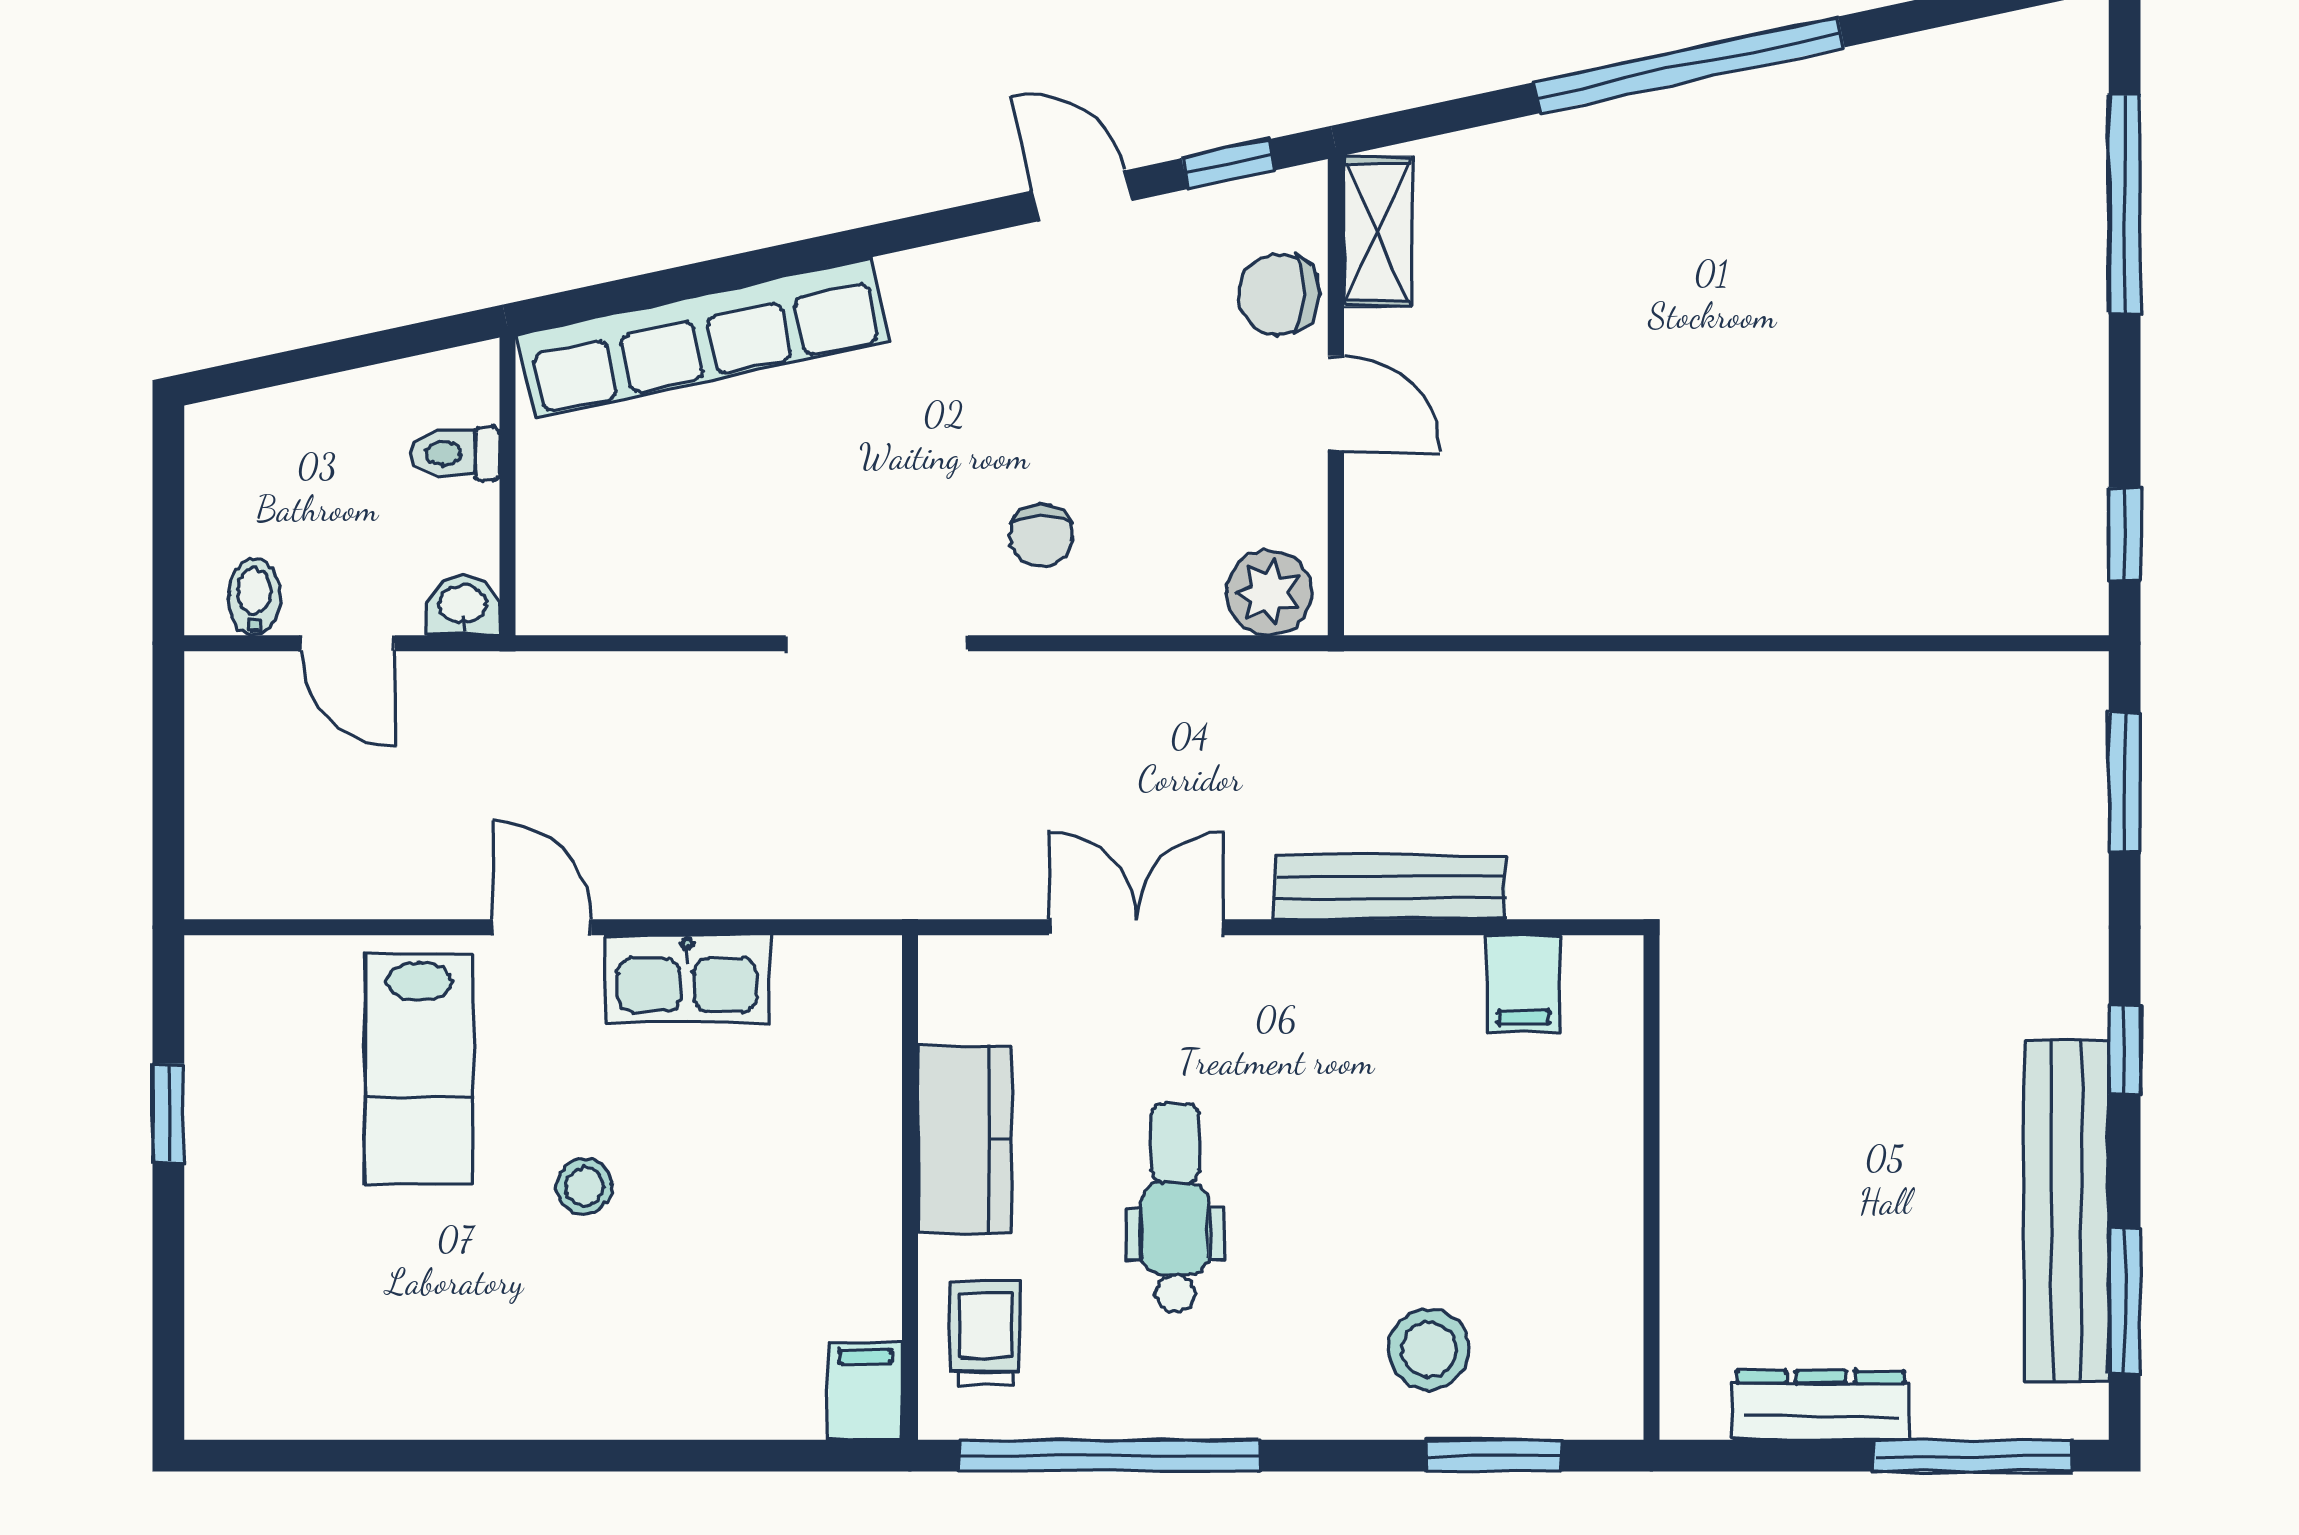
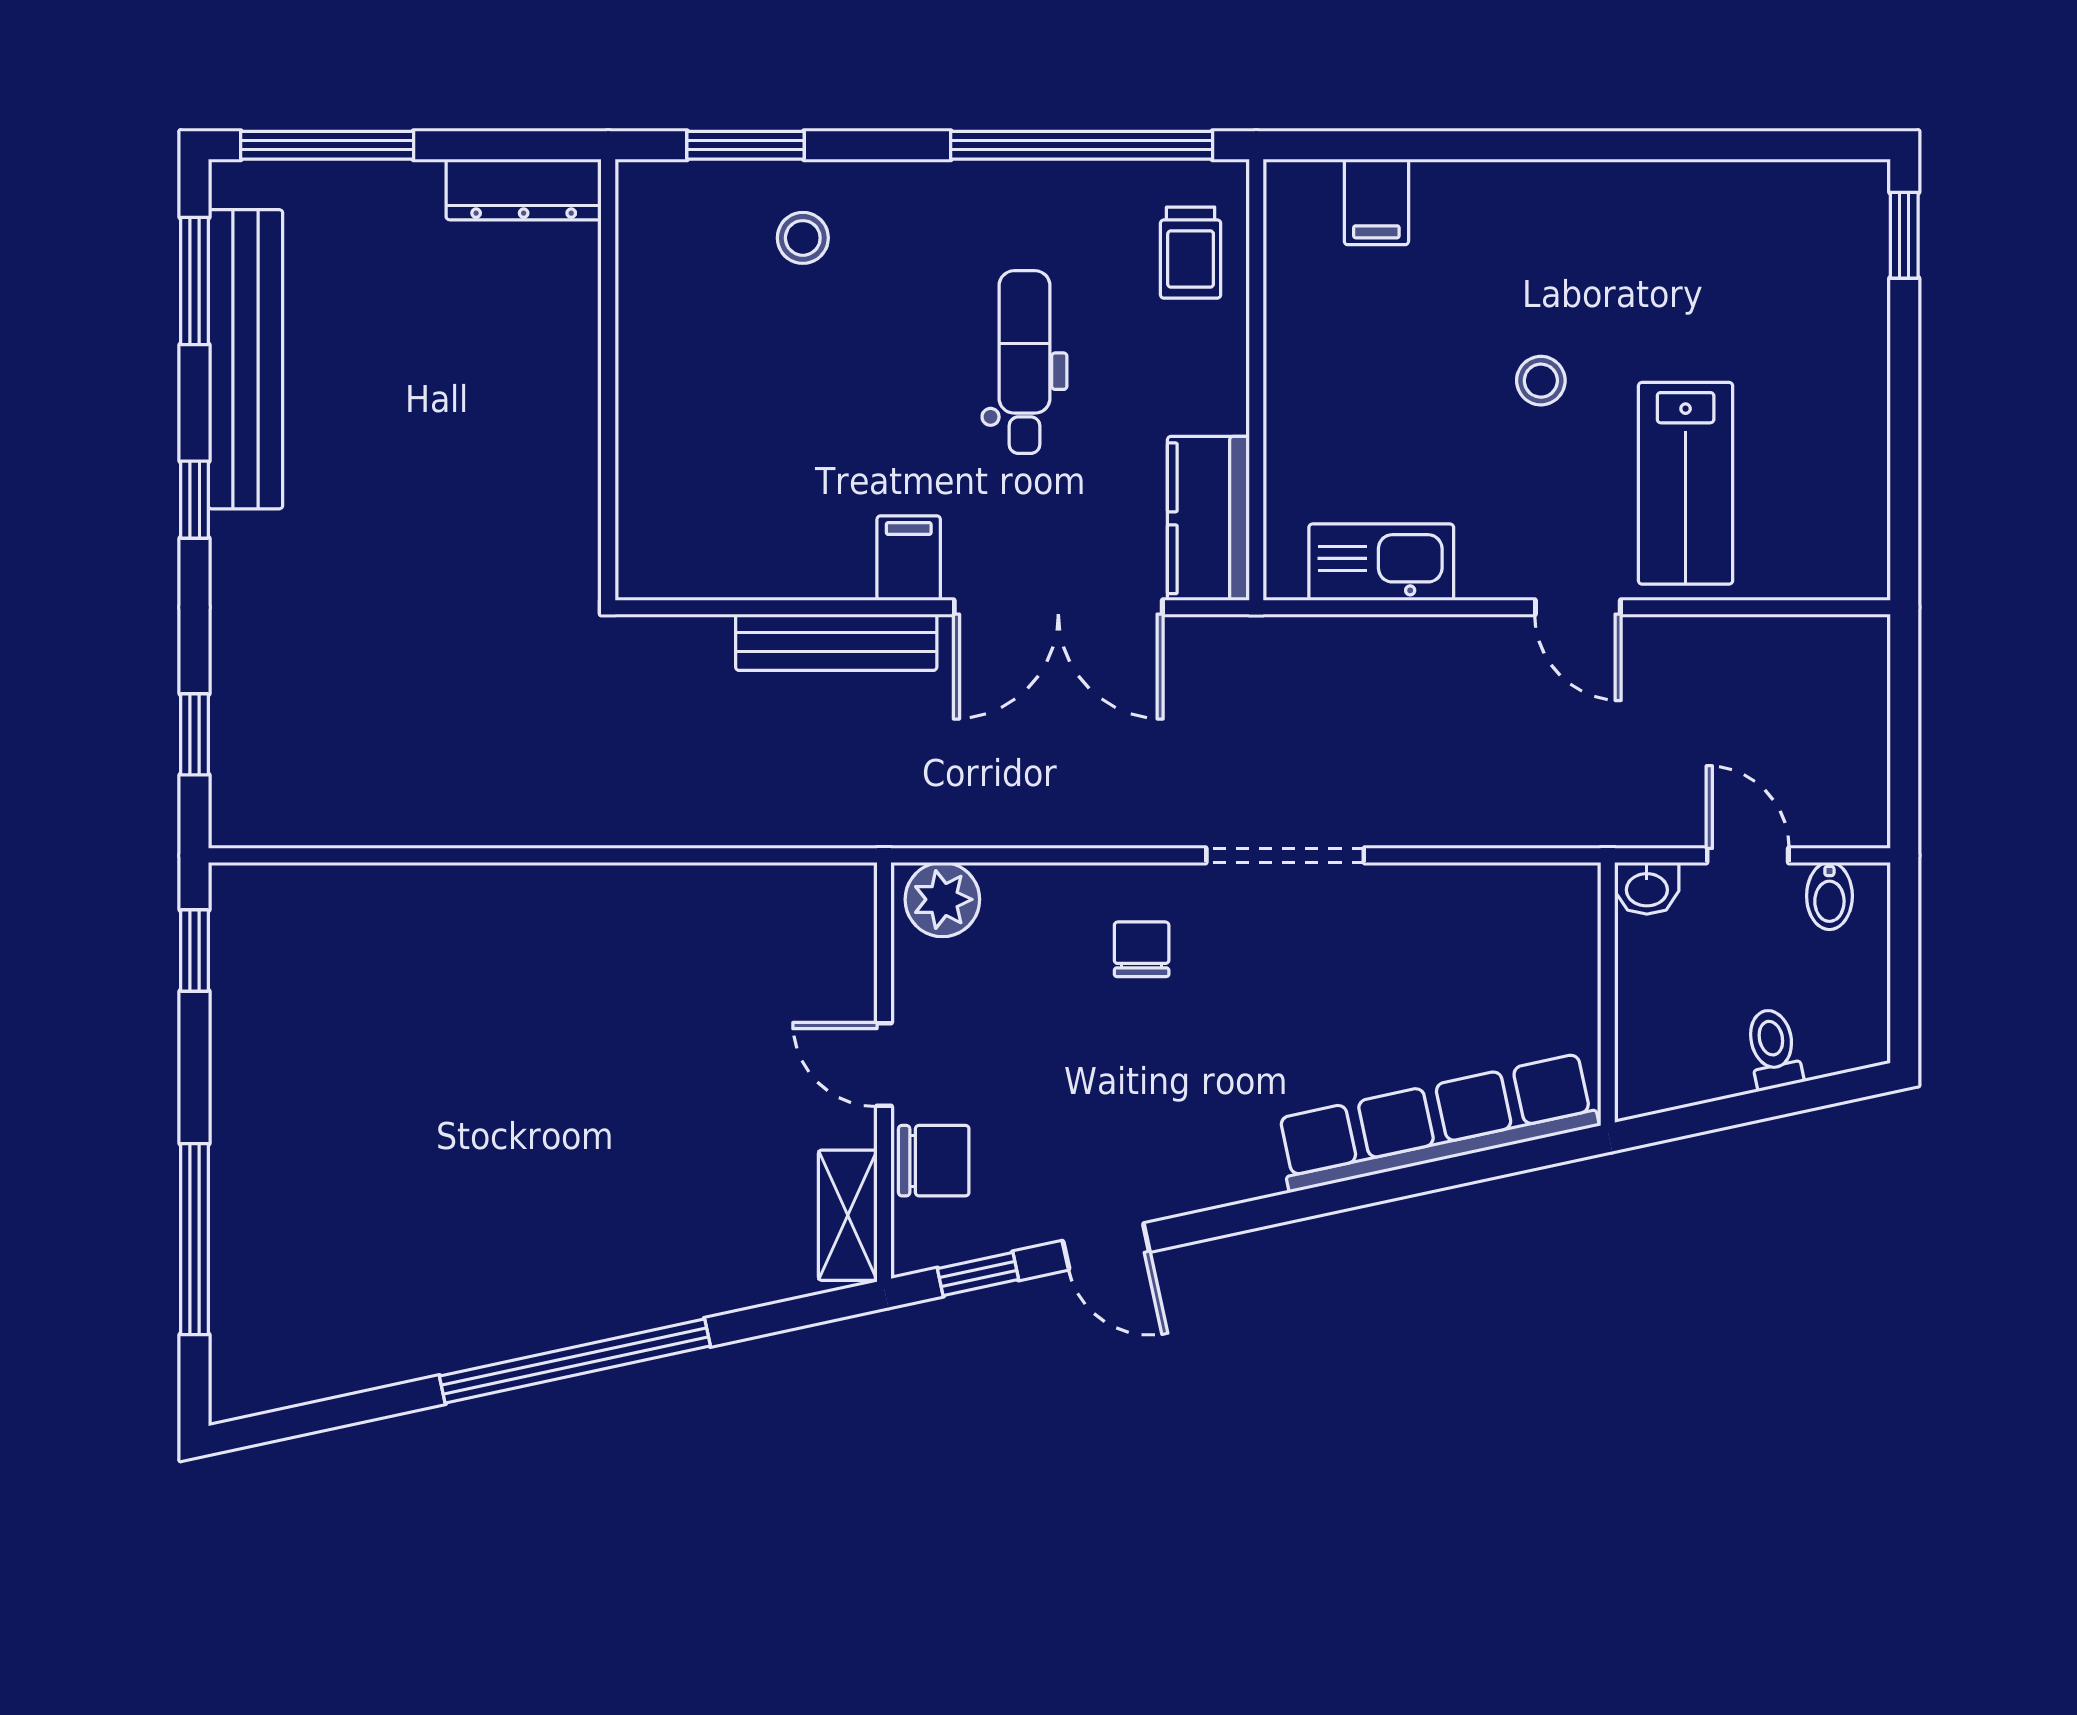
toilet: (455, 454) -> (1773, 1049), moved, turned -102
window: (2125, 782) -> (194, 734), width x0.67
double door: (1136, 927) -> (1058, 607), width x1.37
kitchen sink: (687, 979) -> (1381, 562), moved
filing cabinet: (1524, 983) -> (909, 558), moved
lab bench: (419, 1069) -> (1686, 483), turned 180
window: (168, 1113) -> (1904, 235), moved
kitchen counter: (965, 1139) -> (1208, 518), moved
dental chair: (1175, 1208) -> (1025, 362), turned 180
stool: (1429, 1350) -> (803, 238), width x0.73, depth x0.73
filing cabinet: (865, 1391) -> (1376, 202), moved
dresser: (1821, 1405) -> (524, 189), moved

